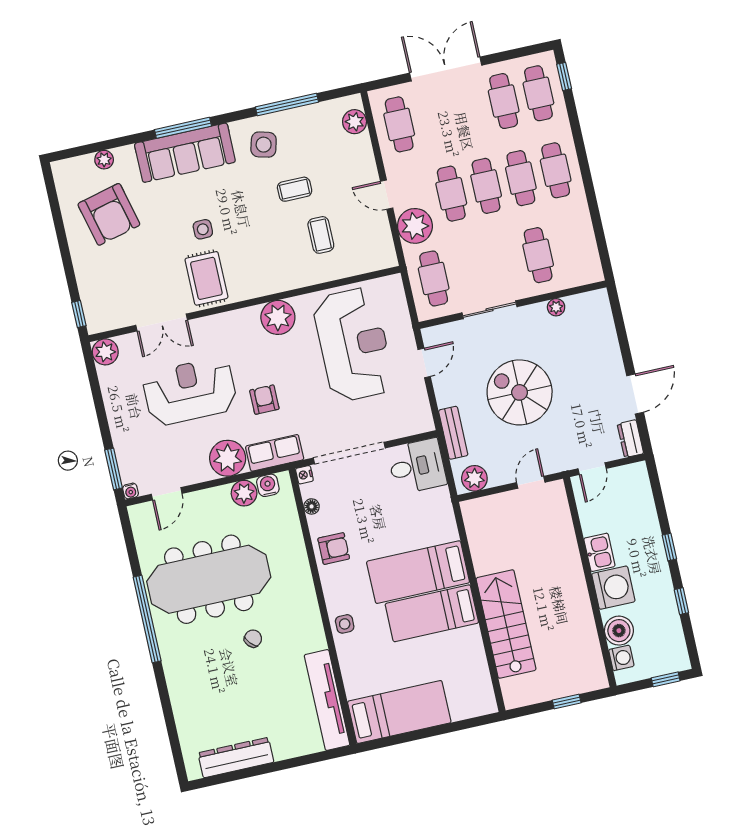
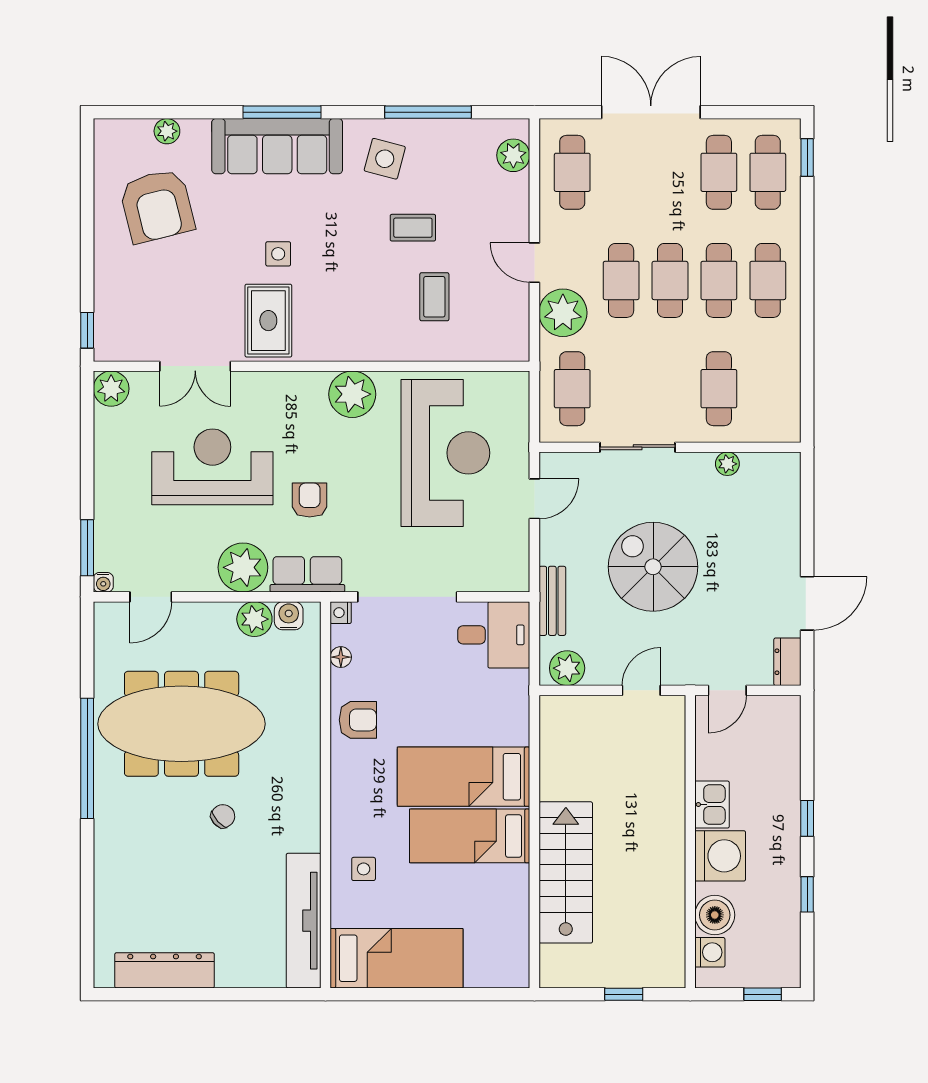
side table: (345, 624) -> (364, 869), moved

